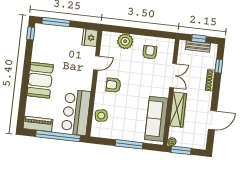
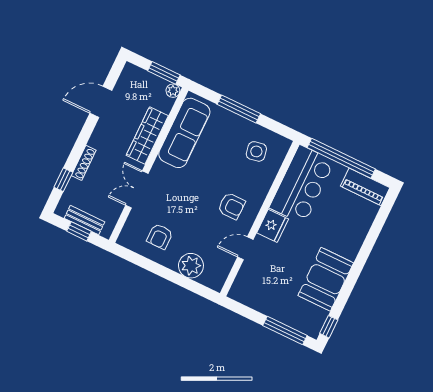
fridge: (90, 38) -> (273, 226), moved
booth: (40, 80) -> (326, 279), moved
side table: (101, 116) -> (256, 151), moved

